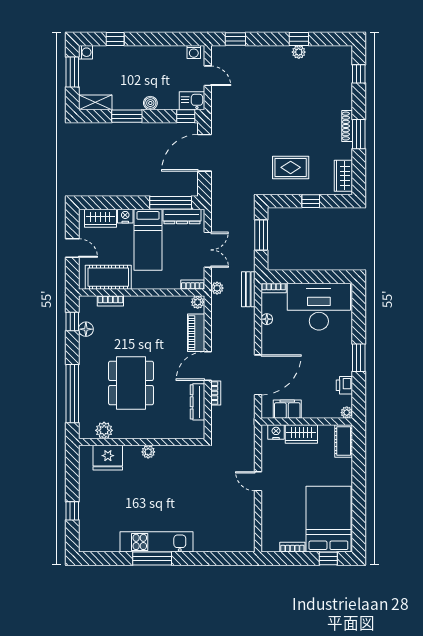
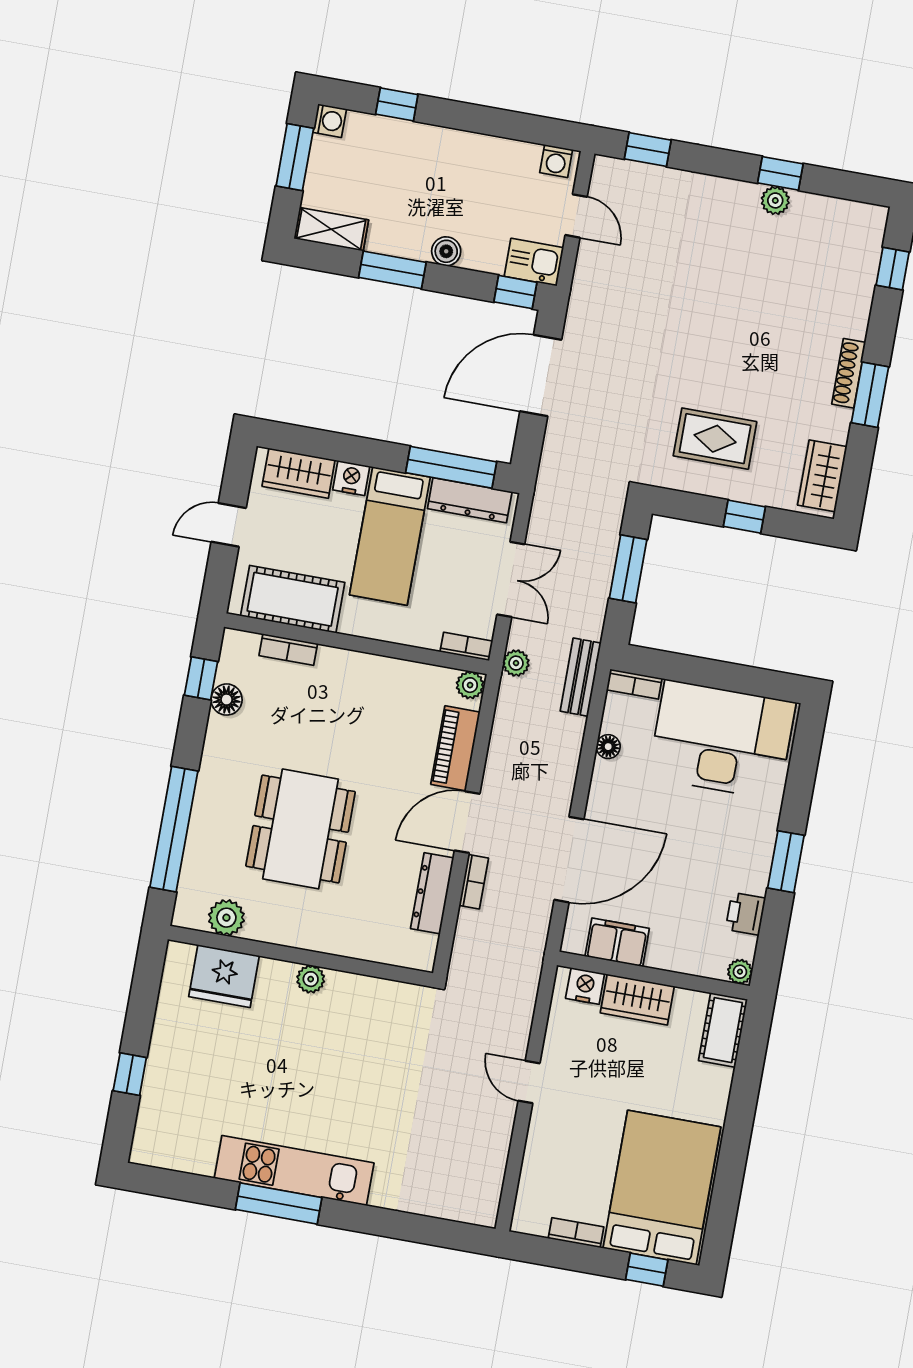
door: (72, 248) -> (229, 525), swing flipped

